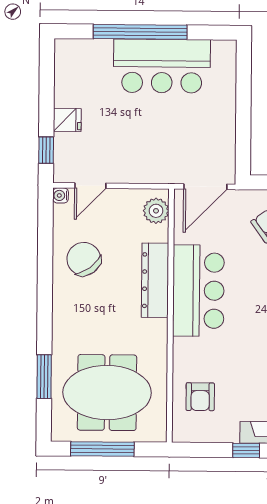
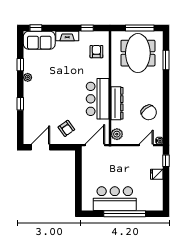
meeting table: (107, 393) -> (138, 53), turned 90
window: (246, 450) -> (87, 28), moved

